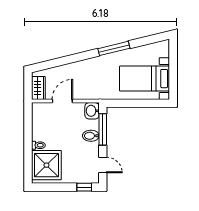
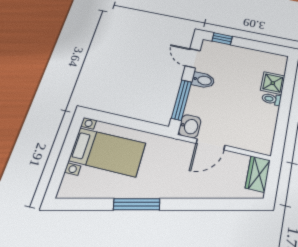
door: (62, 101) -> (210, 144), moved
bidet: (91, 136) -> (203, 80), moved
shower: (46, 165) -> (273, 83), width x0.54, depth x0.54

